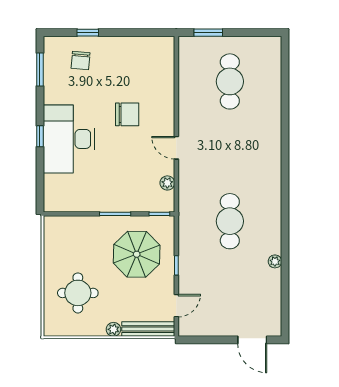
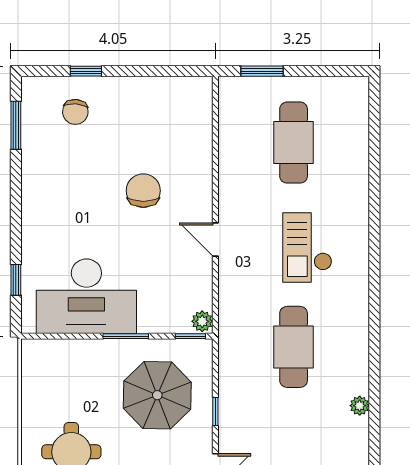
chair: (127, 114) -> (143, 191), turned -90
window: (40, 136) -> (16, 280), moved
desk: (69, 139) -> (86, 296), moved, turned -90
checkout: (239, 153) -> (307, 247), added
plant: (167, 183) -> (202, 321), moved

